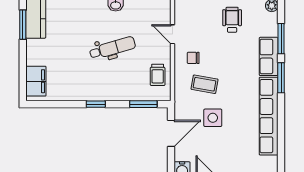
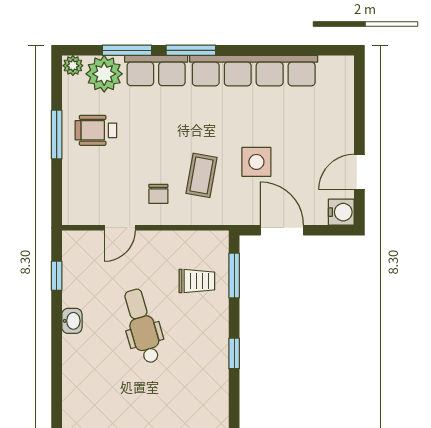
plant: (267, 25) -> (104, 74), added
trolley: (158, 75) -> (197, 281), moved

